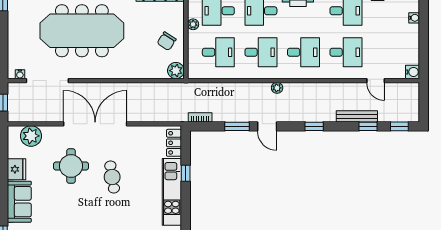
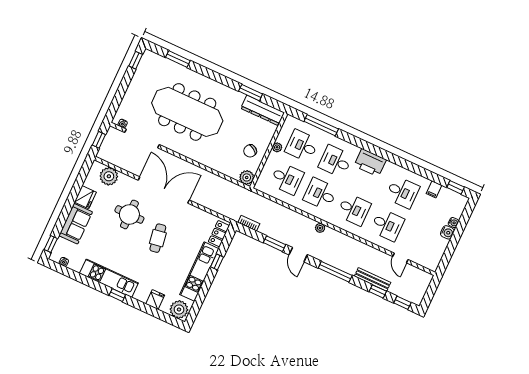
desk: (261, 52) -> (320, 194), turned 180
water cooler: (412, 72) -> (447, 232), moved
window: (314, 126) -> (335, 272), width x2.17

